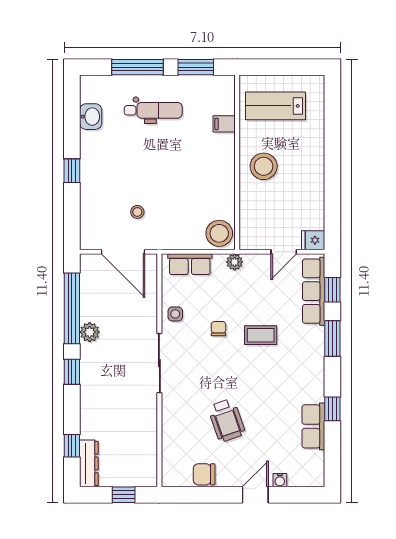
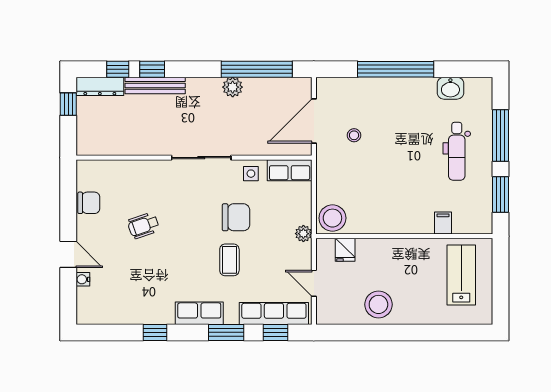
stool: (264, 166) -> (378, 304), moved
window: (72, 171) -> (396, 69), width x3.17
fridge: (313, 240) -> (345, 250), moved, turned 180
row of seats: (190, 264) -> (290, 170), moved, turned -90
chair: (218, 329) -> (236, 217), width x1.87, depth x1.87
window: (72, 372) -> (152, 69), moved
bench: (88, 409) -> (155, 85), added
wheelchair: (227, 420) -> (143, 226), width x0.73, depth x0.73
row of seats: (313, 426) -> (199, 313), moved
chair: (204, 474) -> (89, 203), turned 90
window: (124, 495) -> (68, 104), moved

